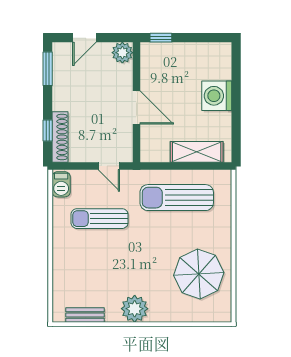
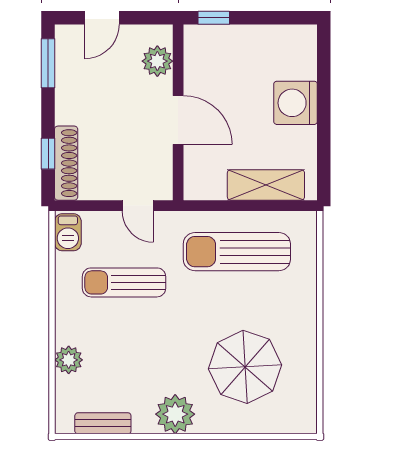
plant: (122, 53) -> (157, 61), moved
plant: (62, 272) -> (69, 360), added
parasol: (199, 274) -> (245, 367), moved

